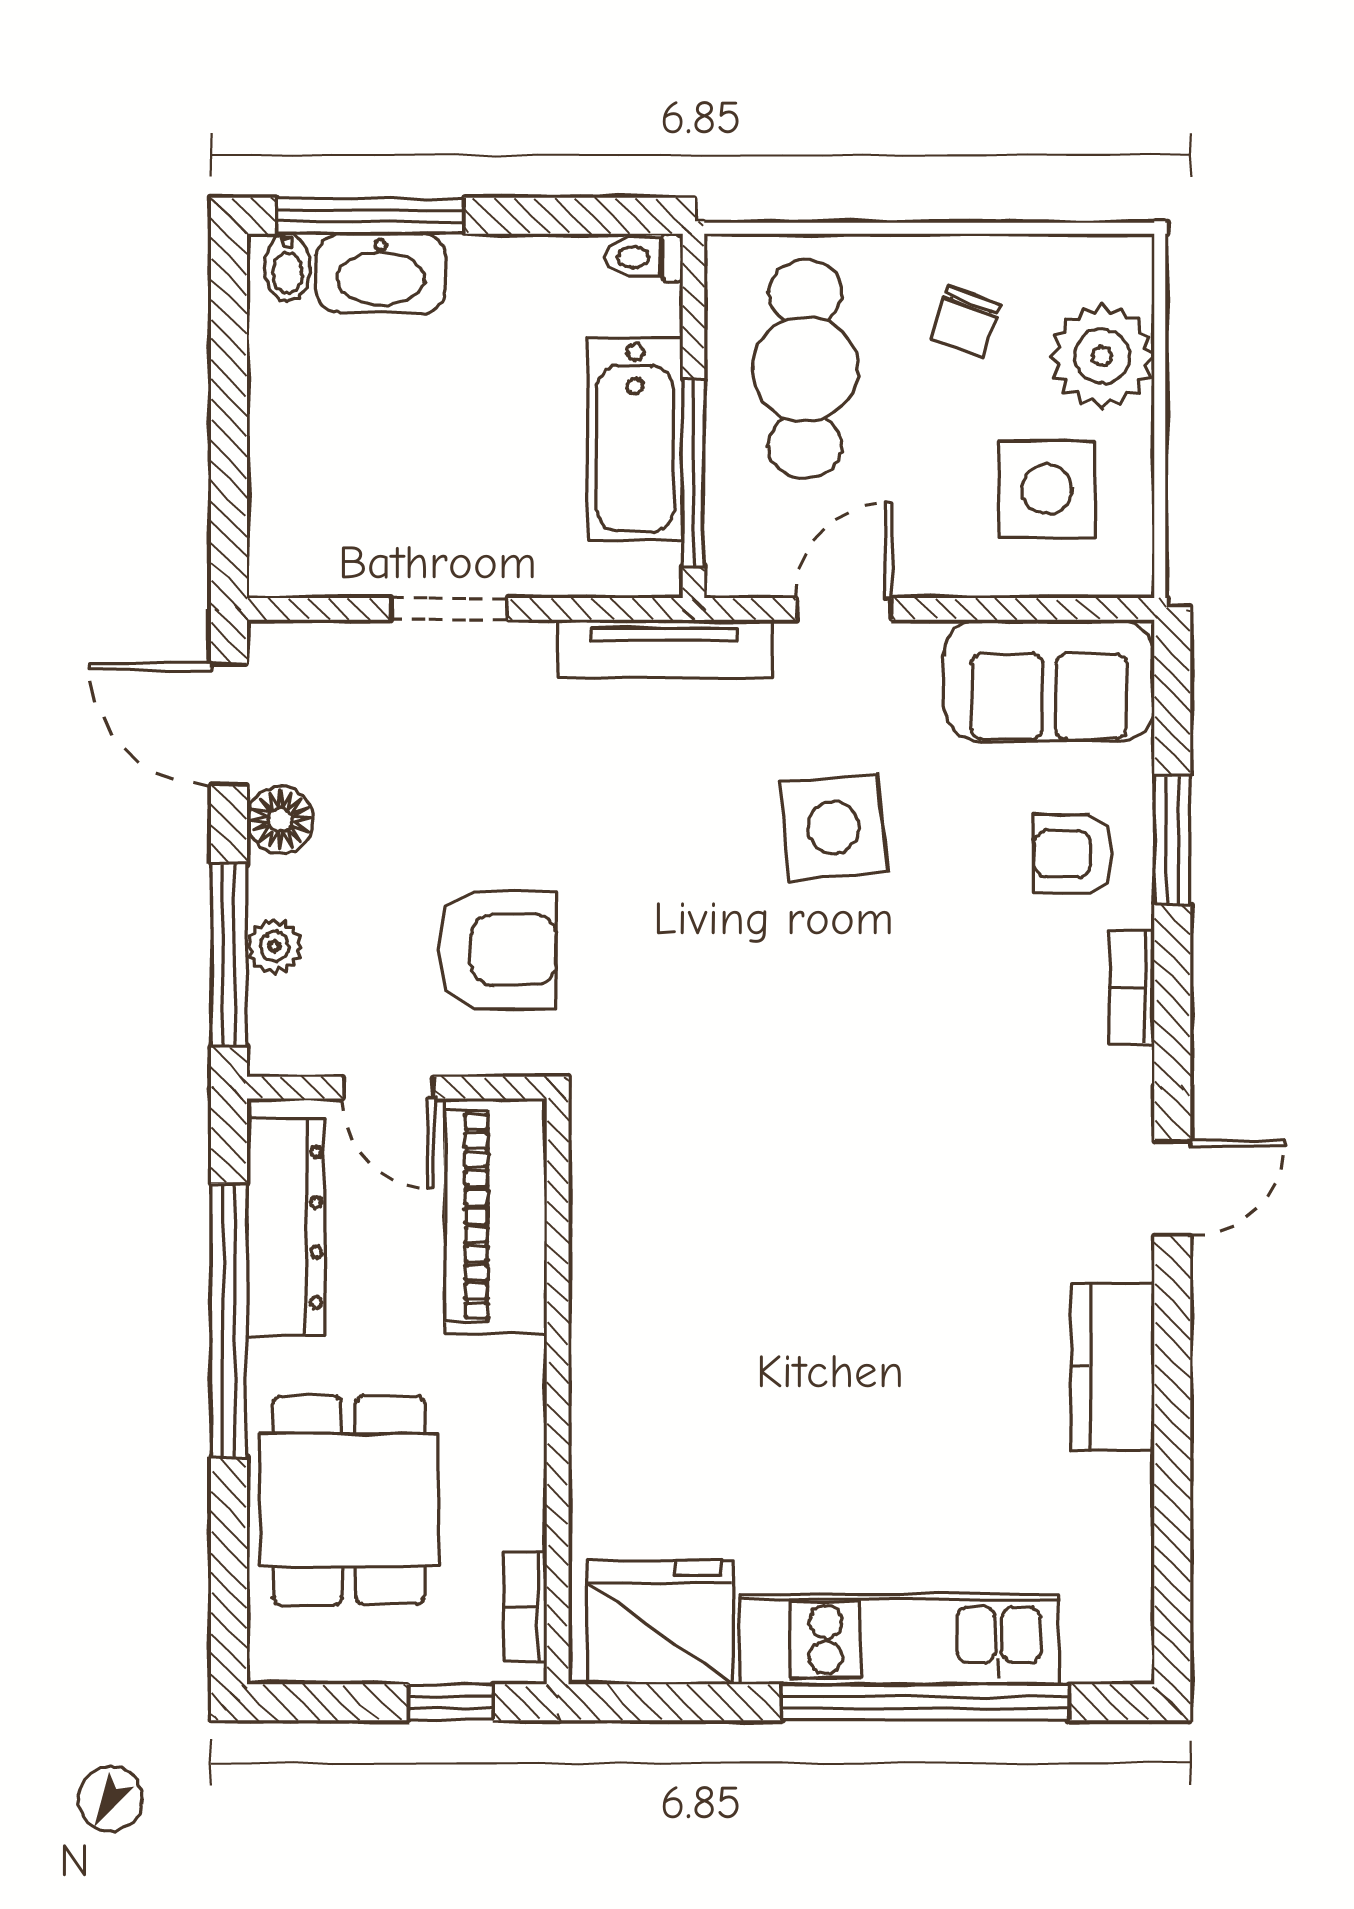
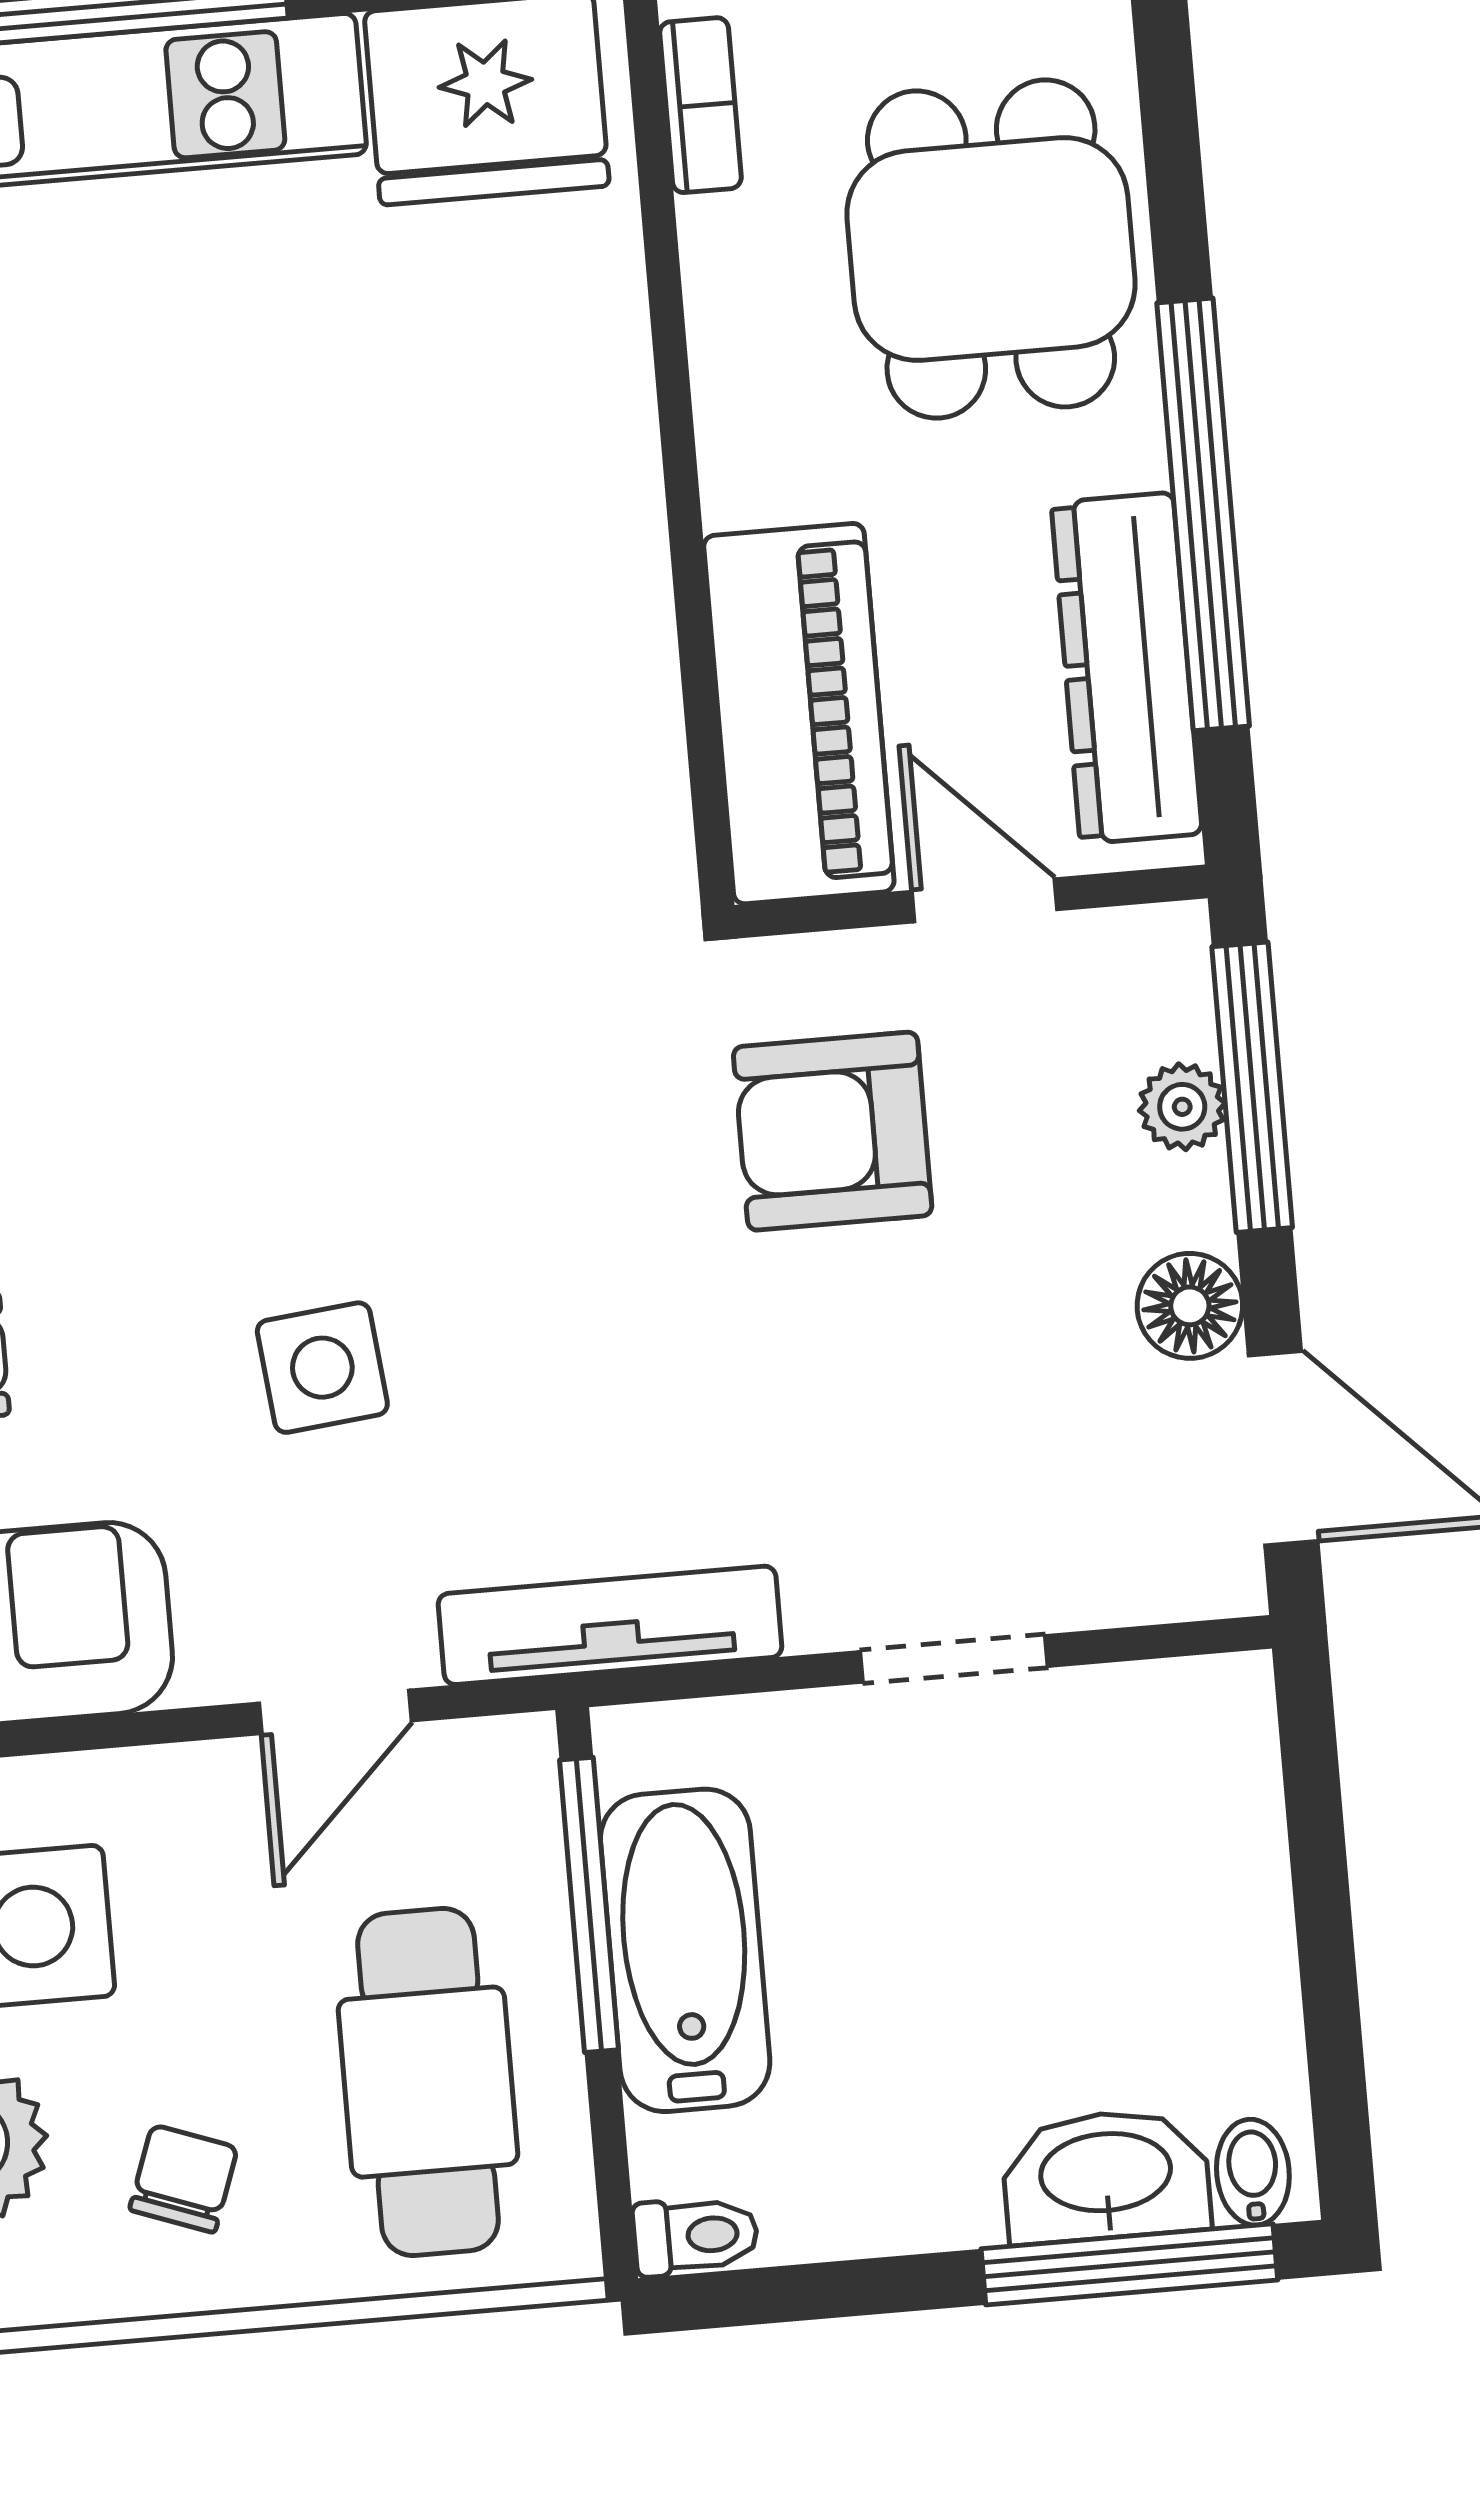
side table: (833, 828) -> (322, 1368), width x0.73, depth x0.73

